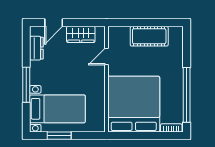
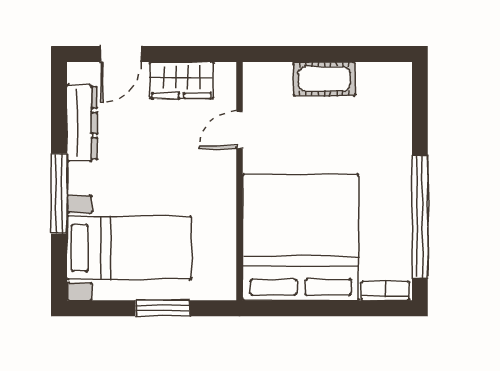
cot: (149, 36) -> (324, 79), width x0.73, depth x0.75
dresser: (36, 48) -> (82, 123), width x1.44
window: (59, 136) -> (163, 308), moved

